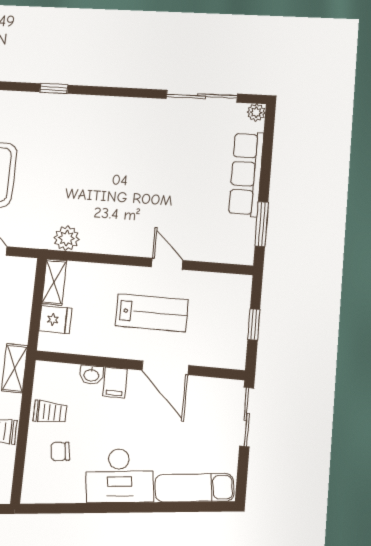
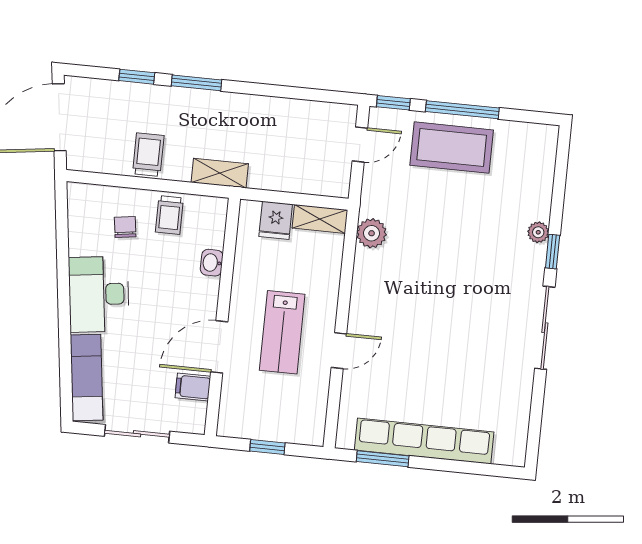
window: (54, 88) -> (553, 252), moved
sliding door: (202, 96) -> (545, 328), moved
plant: (256, 112) -> (538, 232), moved
row of seats: (246, 174) -> (424, 441), width x1.36
filing cabinet: (115, 383) -> (193, 387), moved
sliding door: (247, 417) -> (137, 434), moved

